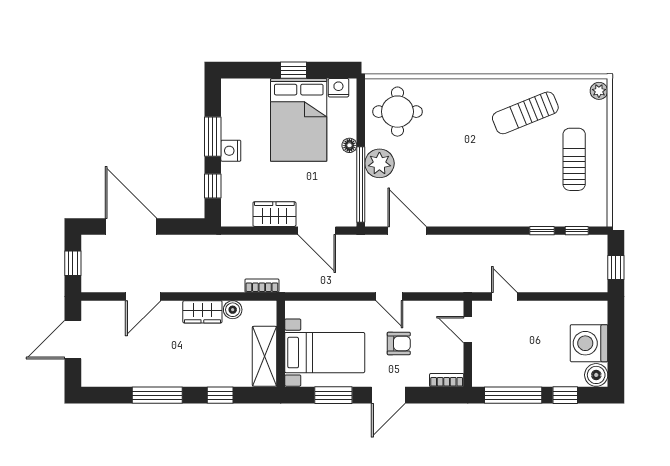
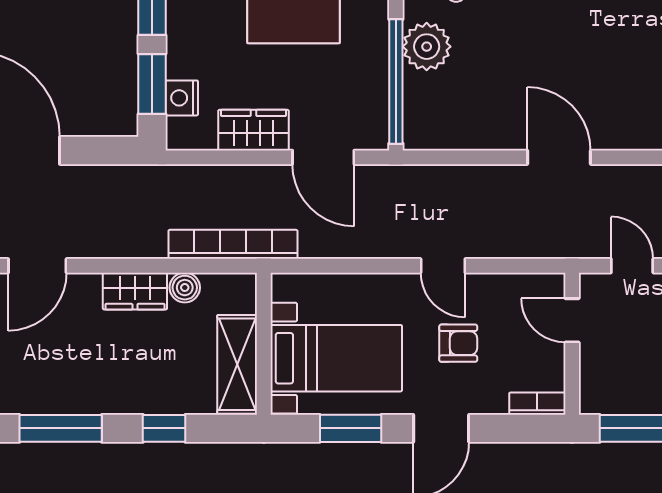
floor lamp: (349, 145) -> (377, 17), removed
nightstand: (231, 151) -> (182, 98), moved
window: (213, 186) -> (152, 84), width x1.50
door: (407, 231) -> (559, 157), moved
bookcase: (262, 286) -> (233, 244), width x2.31, depth x1.31

